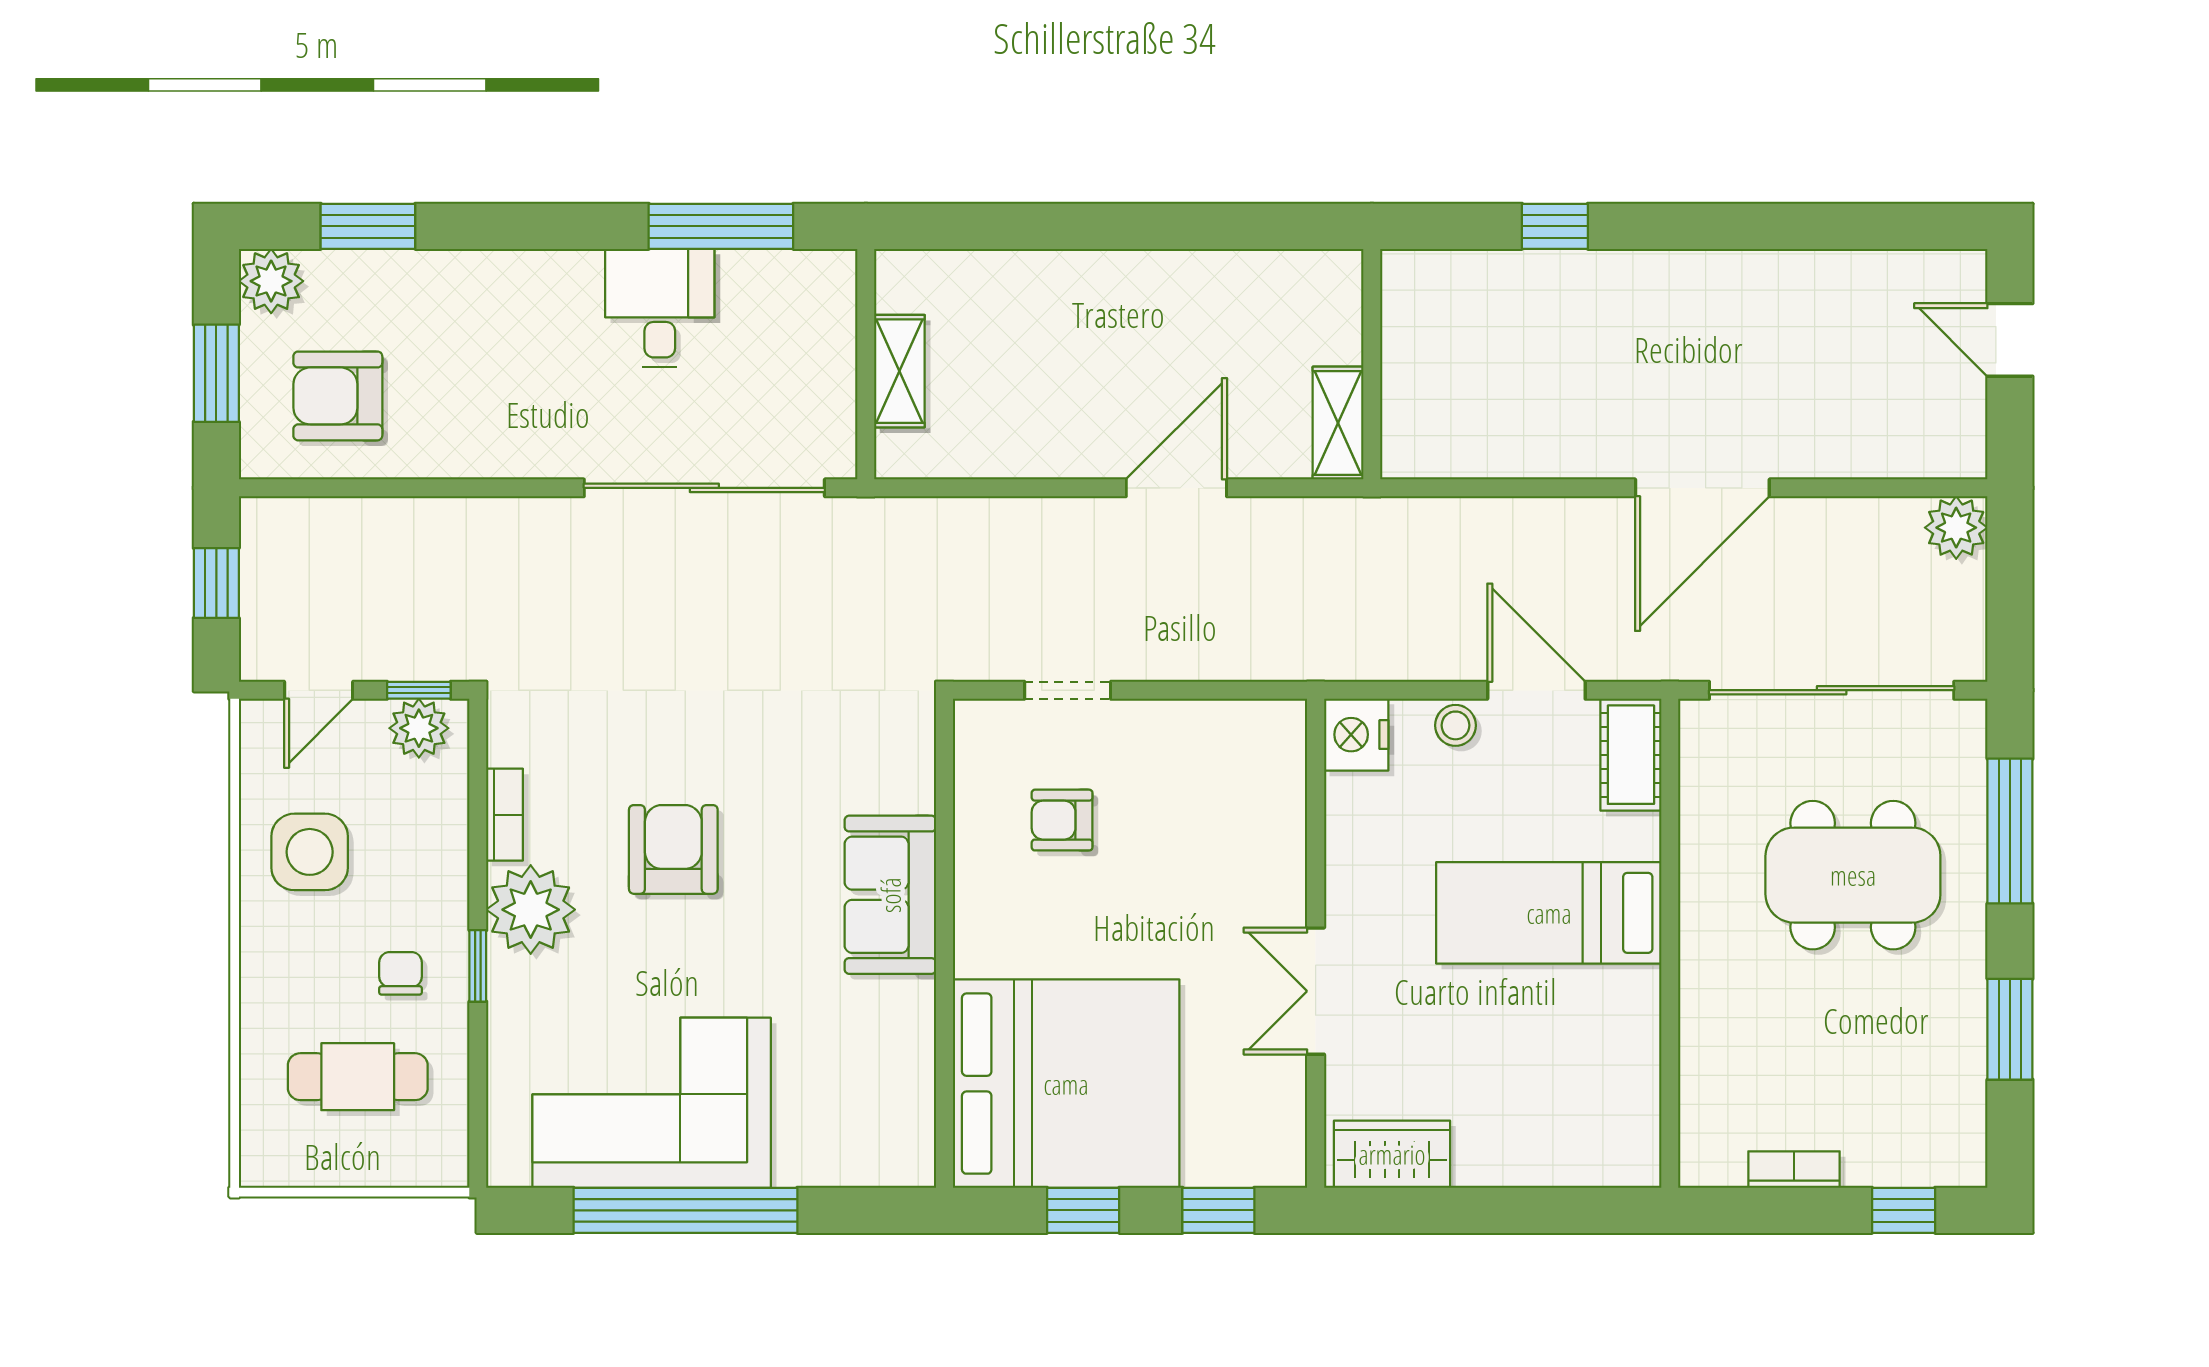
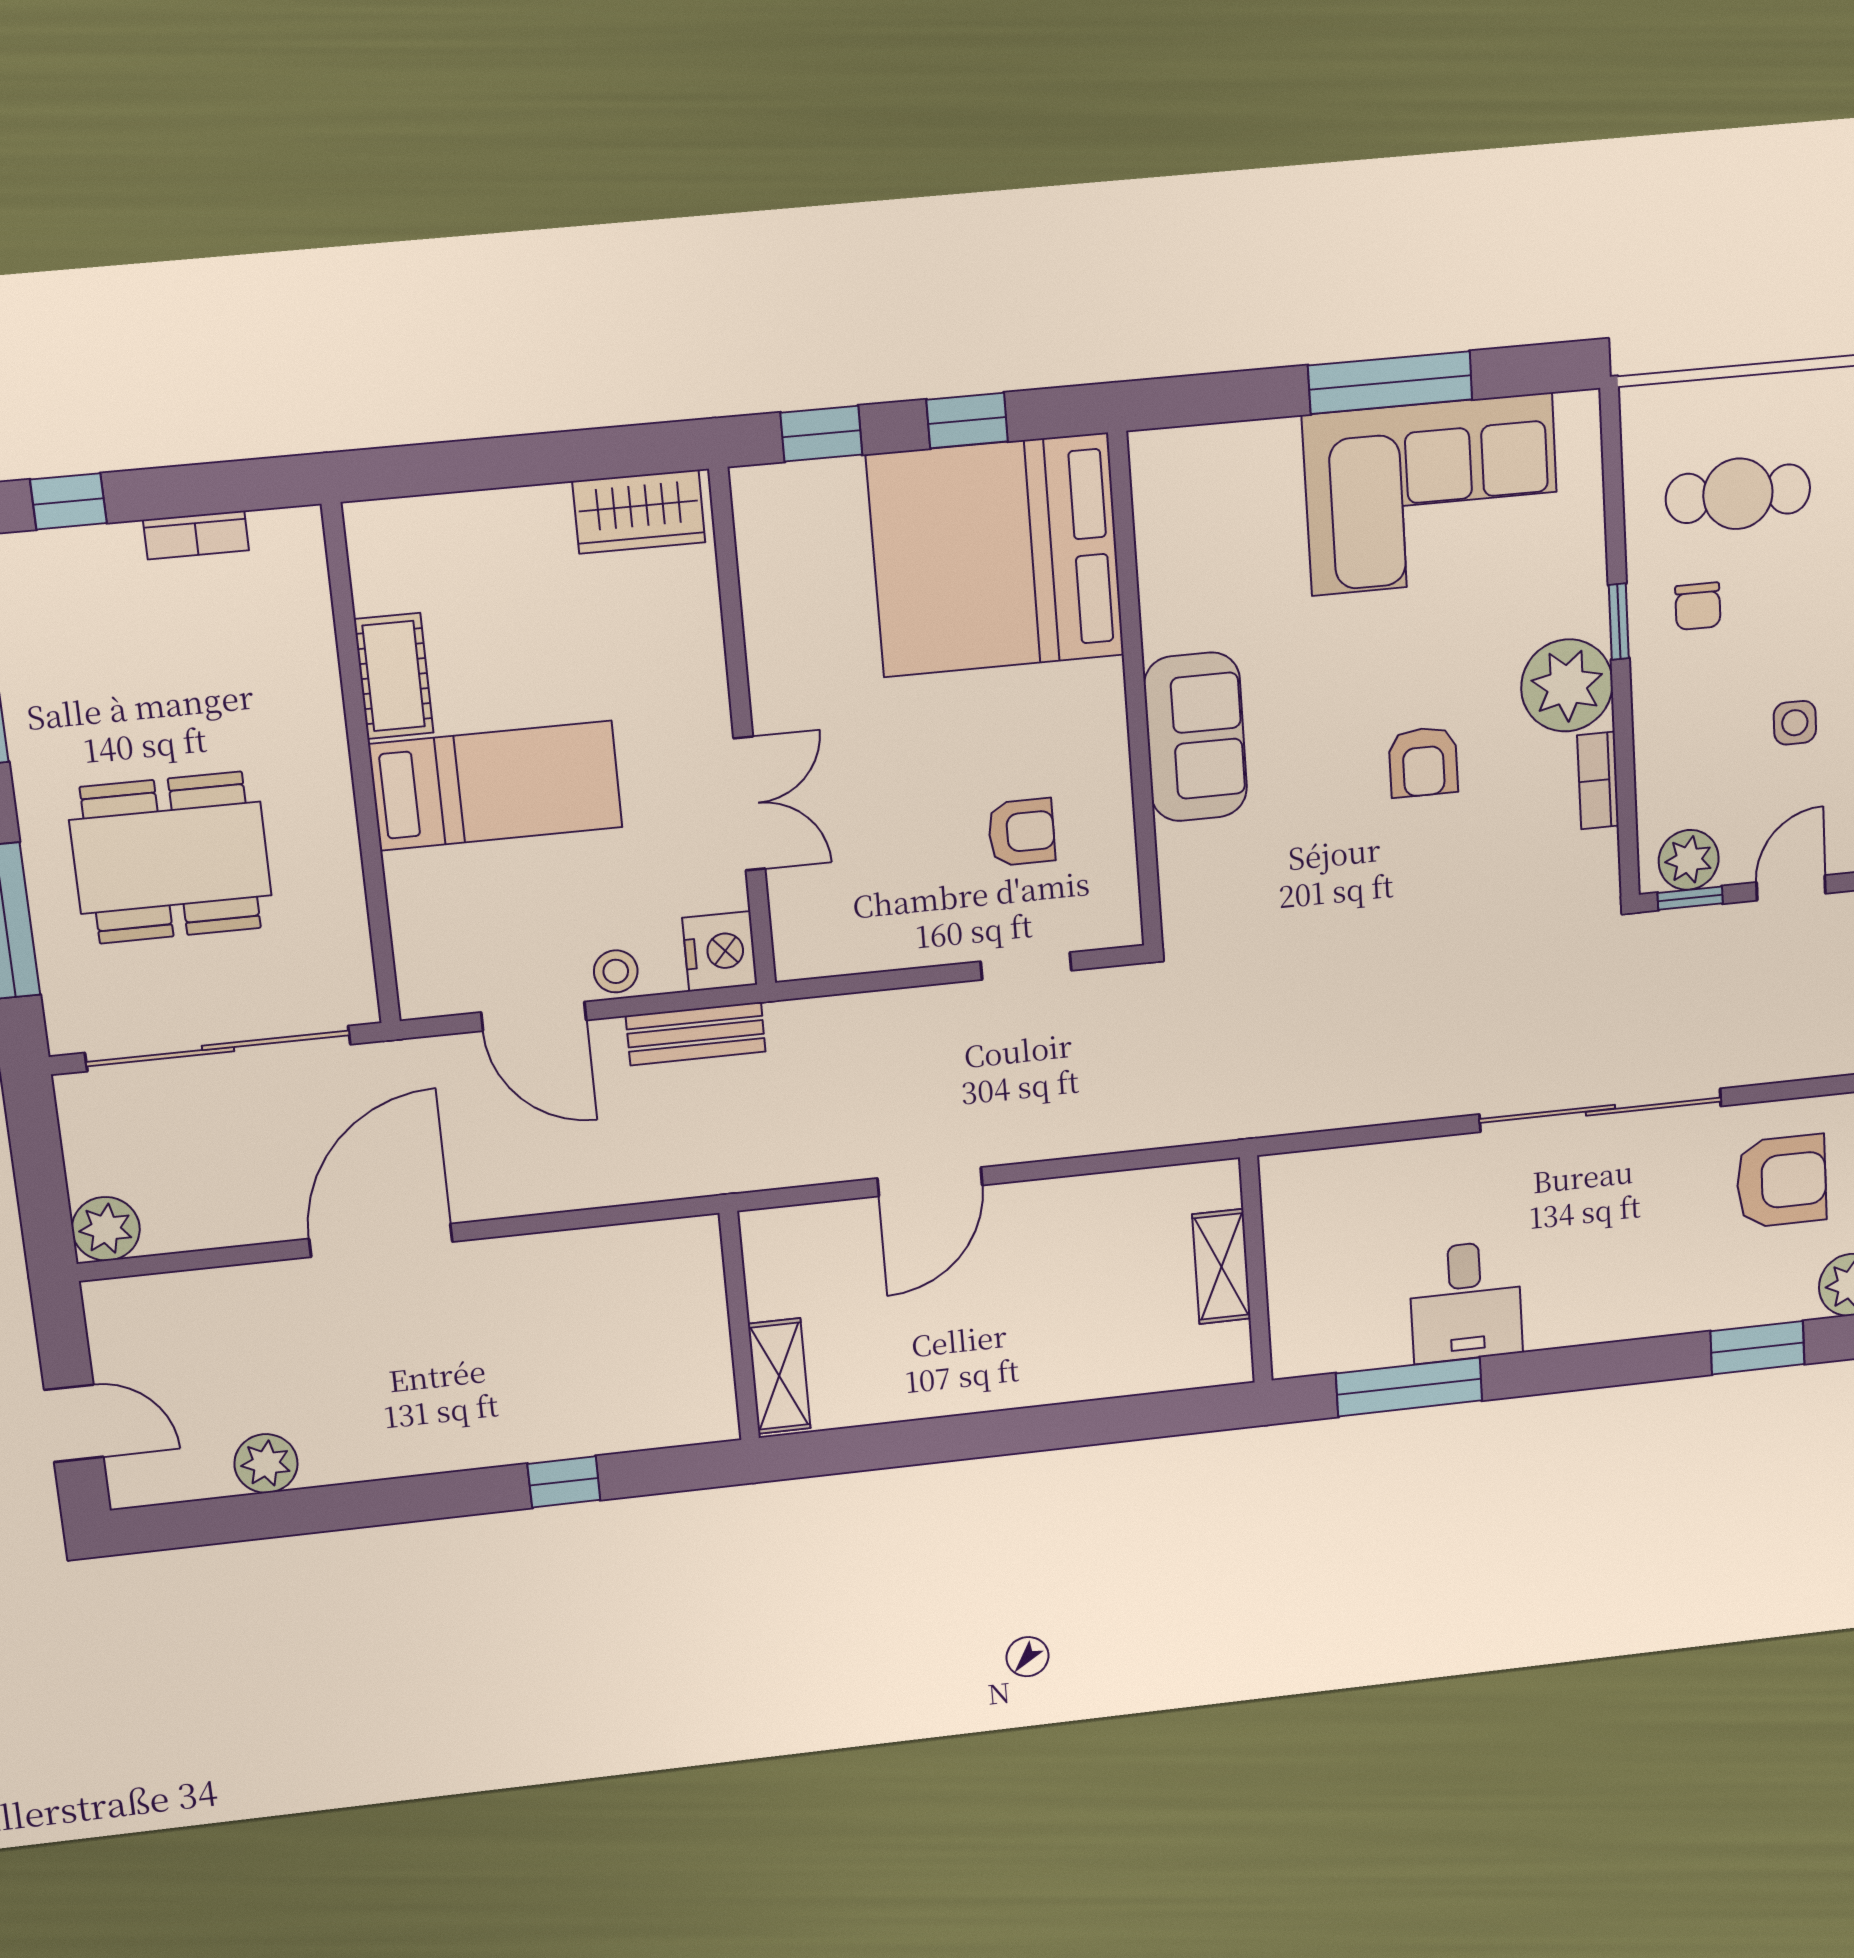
plant: (1835, 279) -> (266, 1463), added
shelving: (1338, 423) -> (779, 1376), moved
sliding door: (704, 488) -> (1600, 1110), moved
bench: (1386, 657) -> (696, 1034), added
cot: (1631, 755) -> (394, 676), moved
armchair: (673, 849) -> (1423, 762), width x0.72, depth x0.72
side table: (310, 852) -> (1795, 723), width x0.54, depth x0.54
double door: (1316, 991) -> (749, 804), moved
window: (685, 1210) -> (1390, 383), width x0.68

